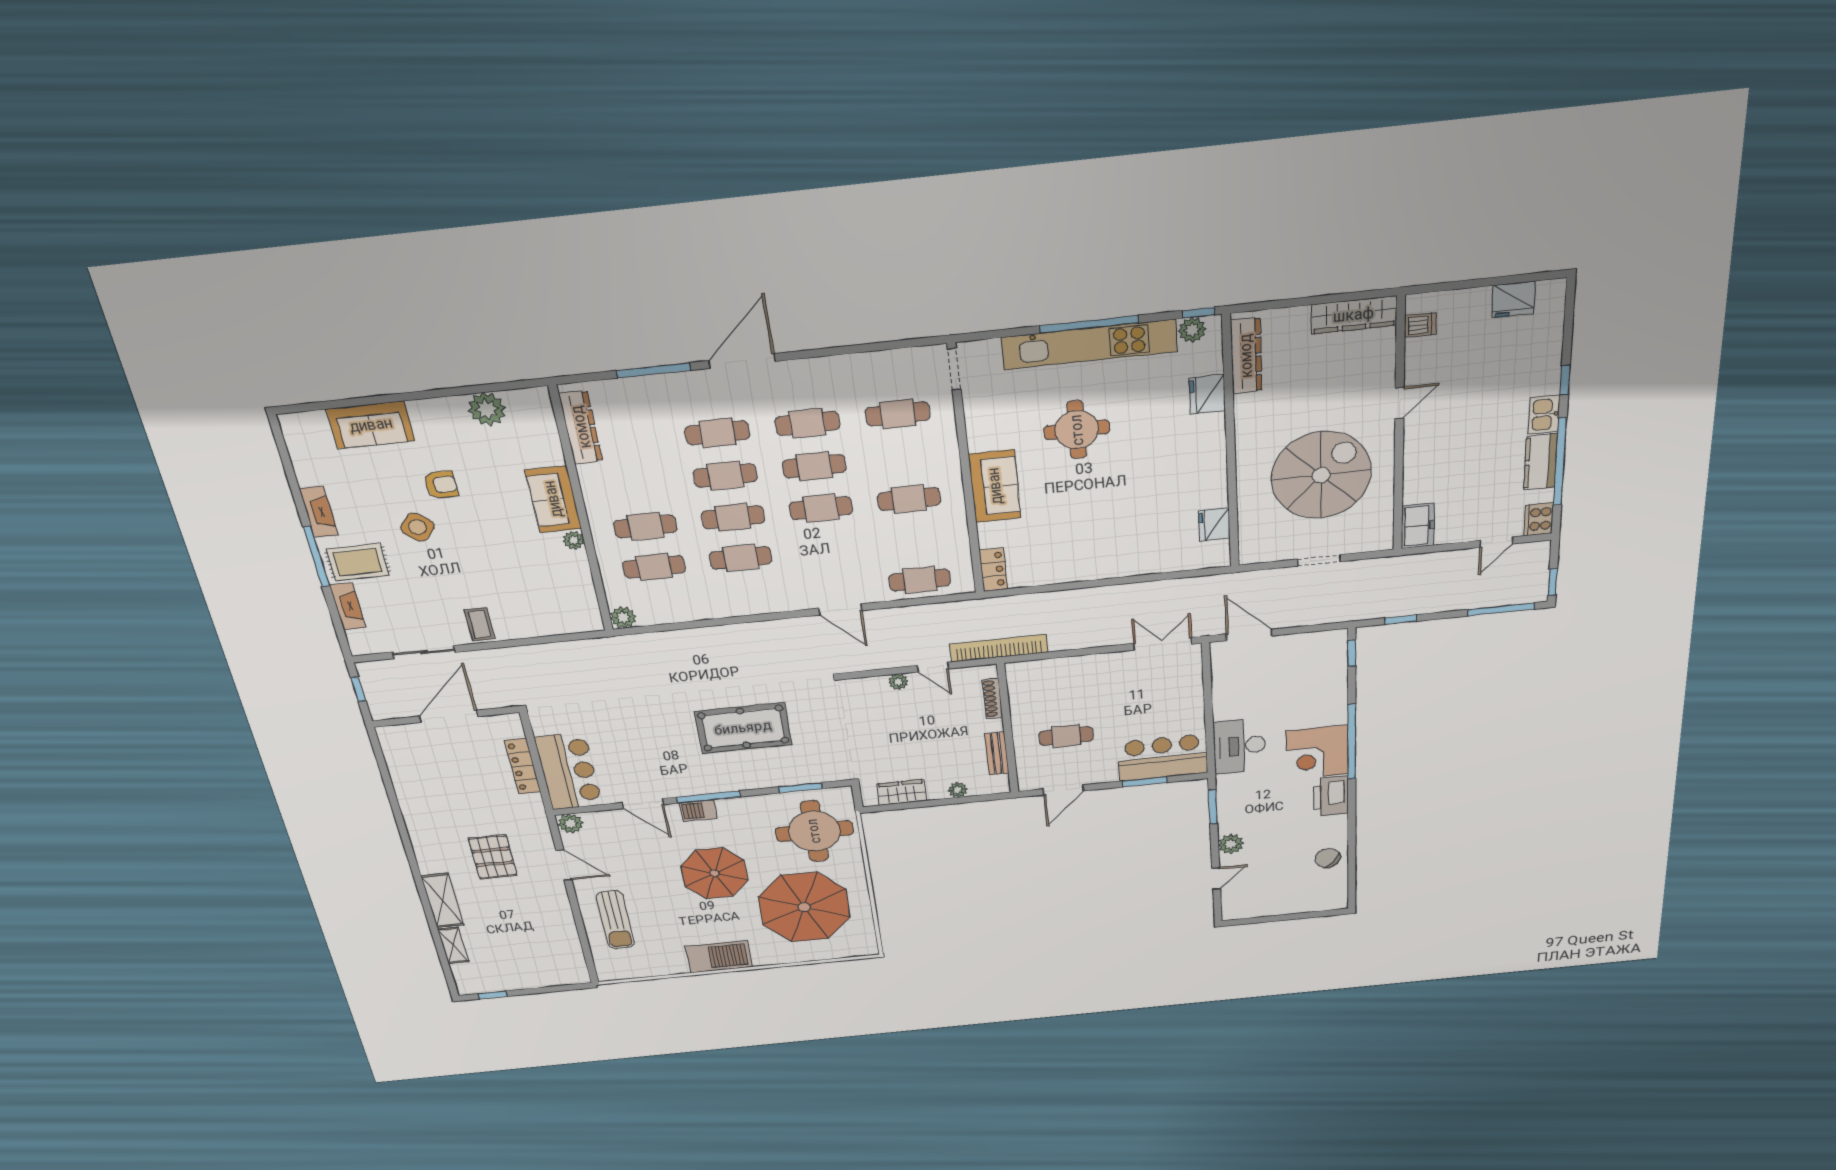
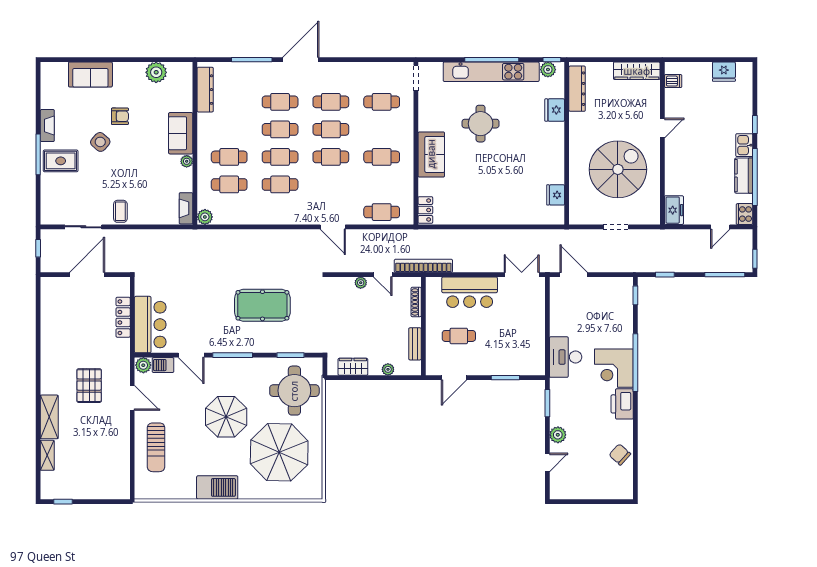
fireplace: (348, 606) -> (186, 208), moved, turned 180
bar counter: (1163, 758) -> (470, 292), moved, turned 180
barbecue: (698, 811) -> (163, 365), moved

